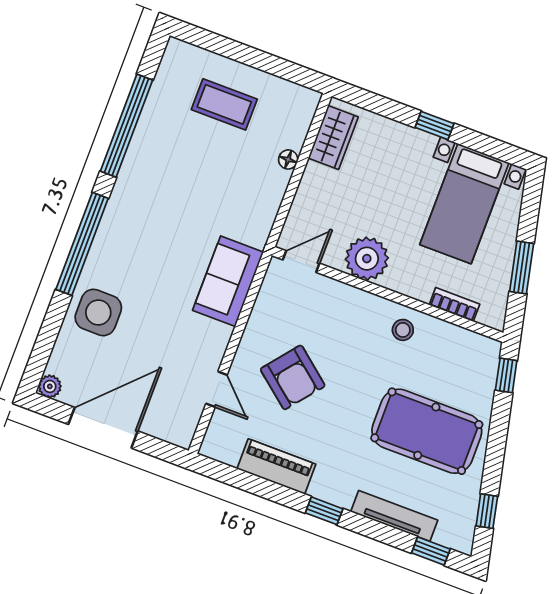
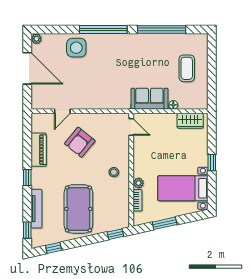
plant: (367, 259) -> (139, 183), moved, width x0.53, depth x0.53
sofa: (228, 281) -> (149, 99), moved
stool: (403, 330) -> (114, 172), moved

